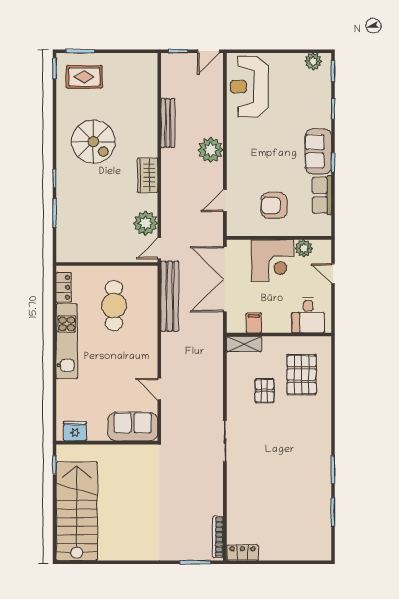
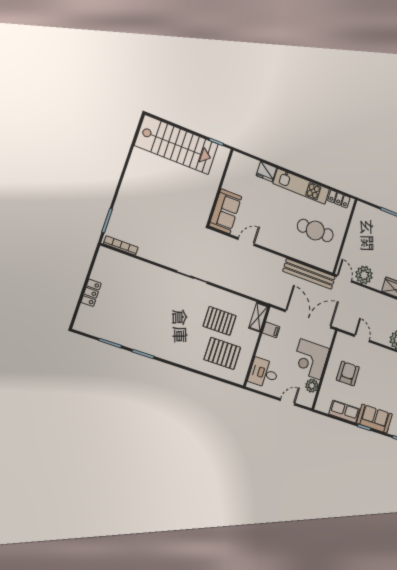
pallet: (265, 391) -> (220, 321), width x1.50, depth x1.42
fridge: (75, 431) -> (266, 172), moved, turned 90
locker: (243, 553) -> (91, 293), moved

